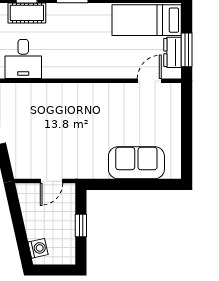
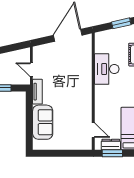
desk: (23, 59) -> (107, 69), moved, width x1.37
tv unit: (87, 171) -> (37, 92), added

